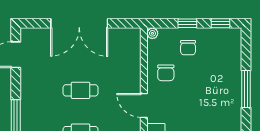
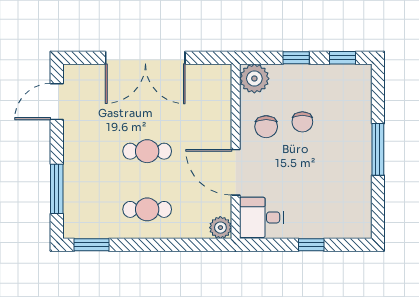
plant: (152, 33) -> (254, 79), width x1.88, depth x1.88
chair: (188, 48) -> (302, 122), moved
door: (144, 105) -> (236, 172), width x1.36

